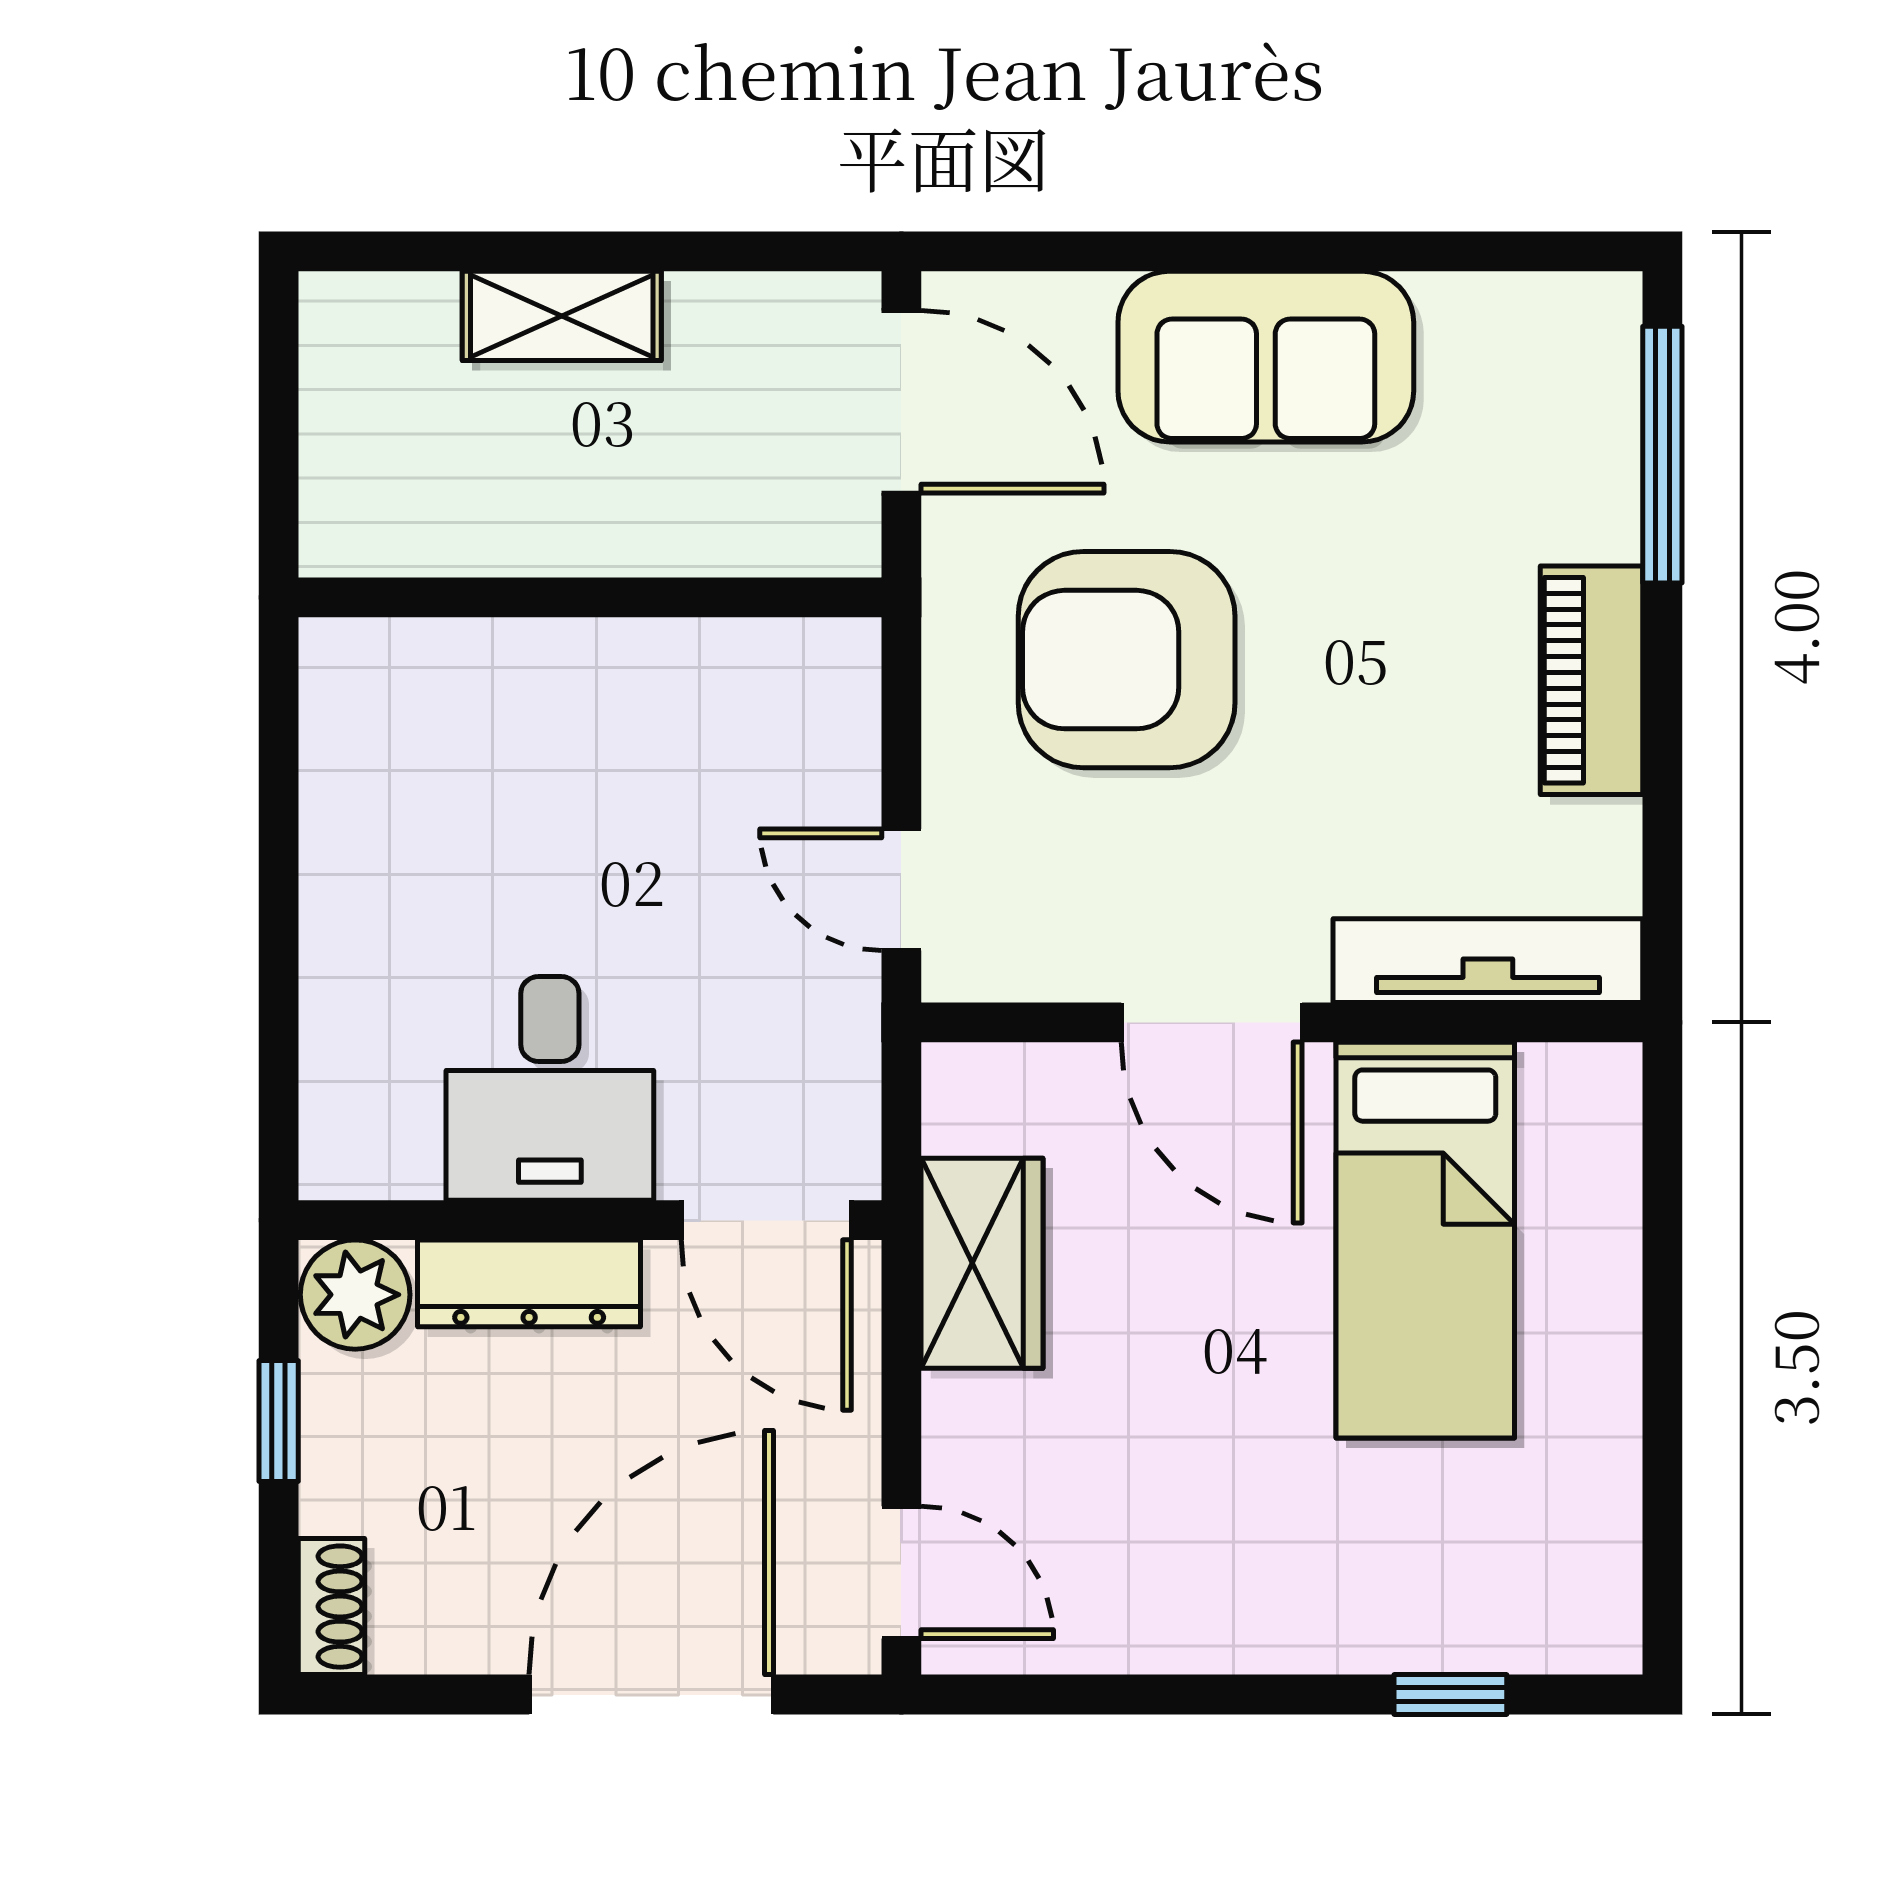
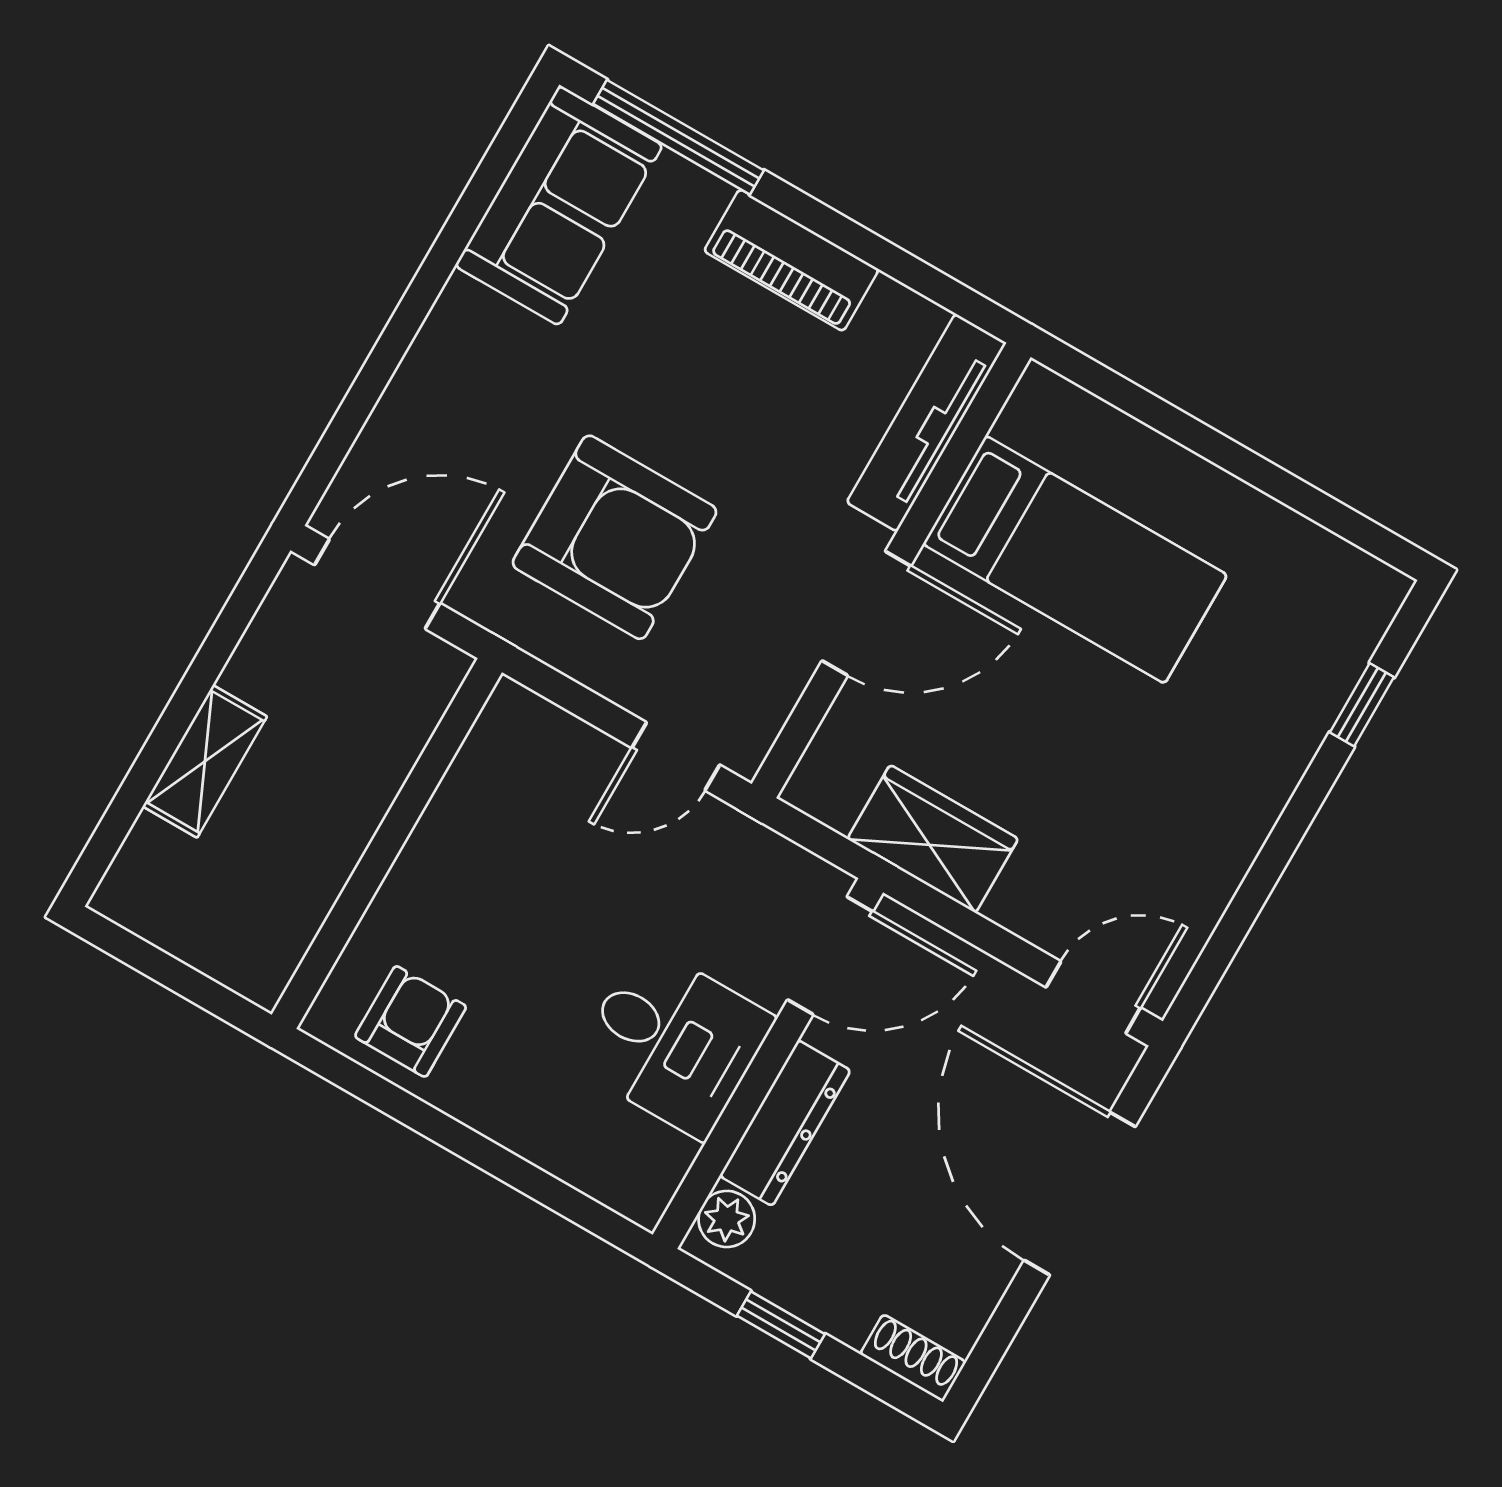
sofa: (1266, 357) -> (559, 206), moved
armchair: (1127, 660) -> (615, 537), turned -90
armchair: (388, 752) -> (411, 1021), added
plant: (355, 1295) -> (727, 1219), width x0.73, depth x0.73

